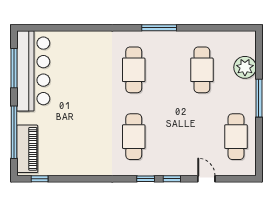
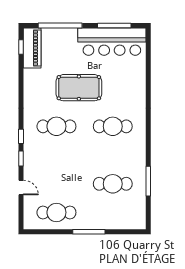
window: (159, 28) -> (148, 181), moved
plant: (245, 67) -> (115, 220), removed
pool table: (88, 110) -> (79, 88), added
piano: (27, 149) -> (32, 48), moved, turned -90
door: (206, 179) -> (21, 188), hinge flipped

